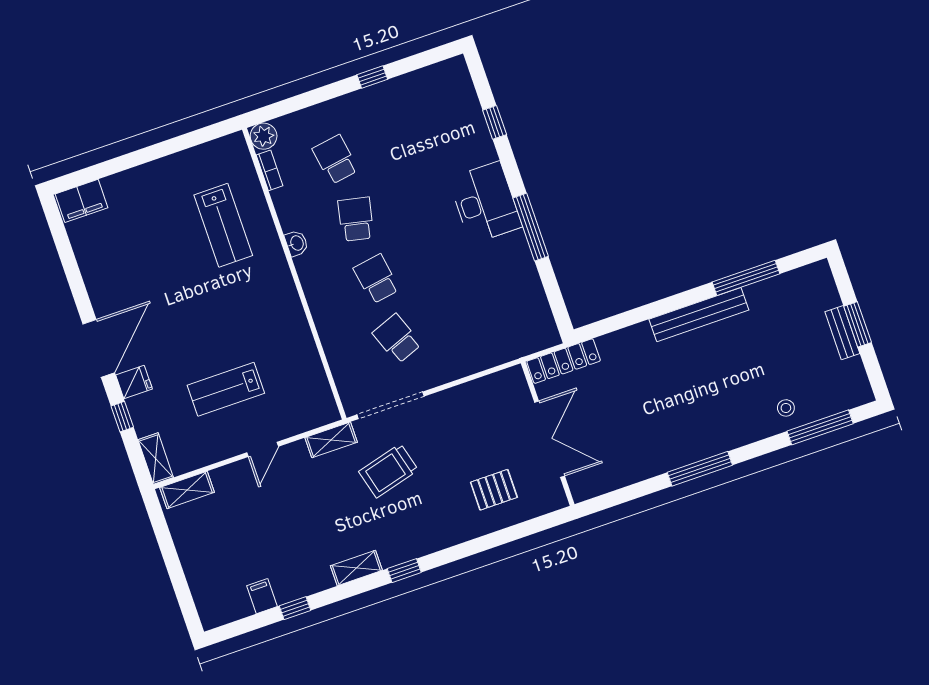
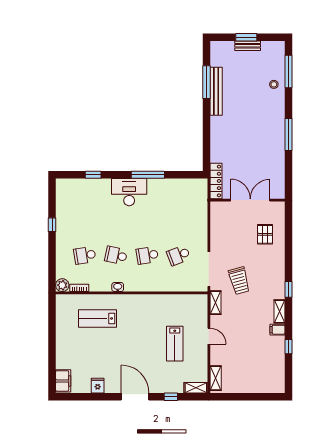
lab bench: (223, 225) -> (97, 318), turned 180
bench: (699, 315) -> (216, 91), moved
fridge: (134, 382) -> (98, 386), moved
filing cabinet: (262, 596) -> (277, 330), moved

